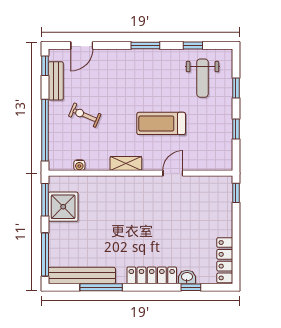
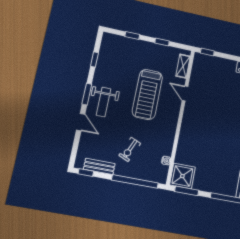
door: (82, 46) -> (81, 122), moved
weight bench: (202, 78) -> (104, 102), moved, turned 90
treadmill: (161, 123) -> (147, 94), width x1.37, depth x1.38
shelving: (126, 164) -> (183, 66), moved
shower: (63, 207) -> (182, 176), moved

